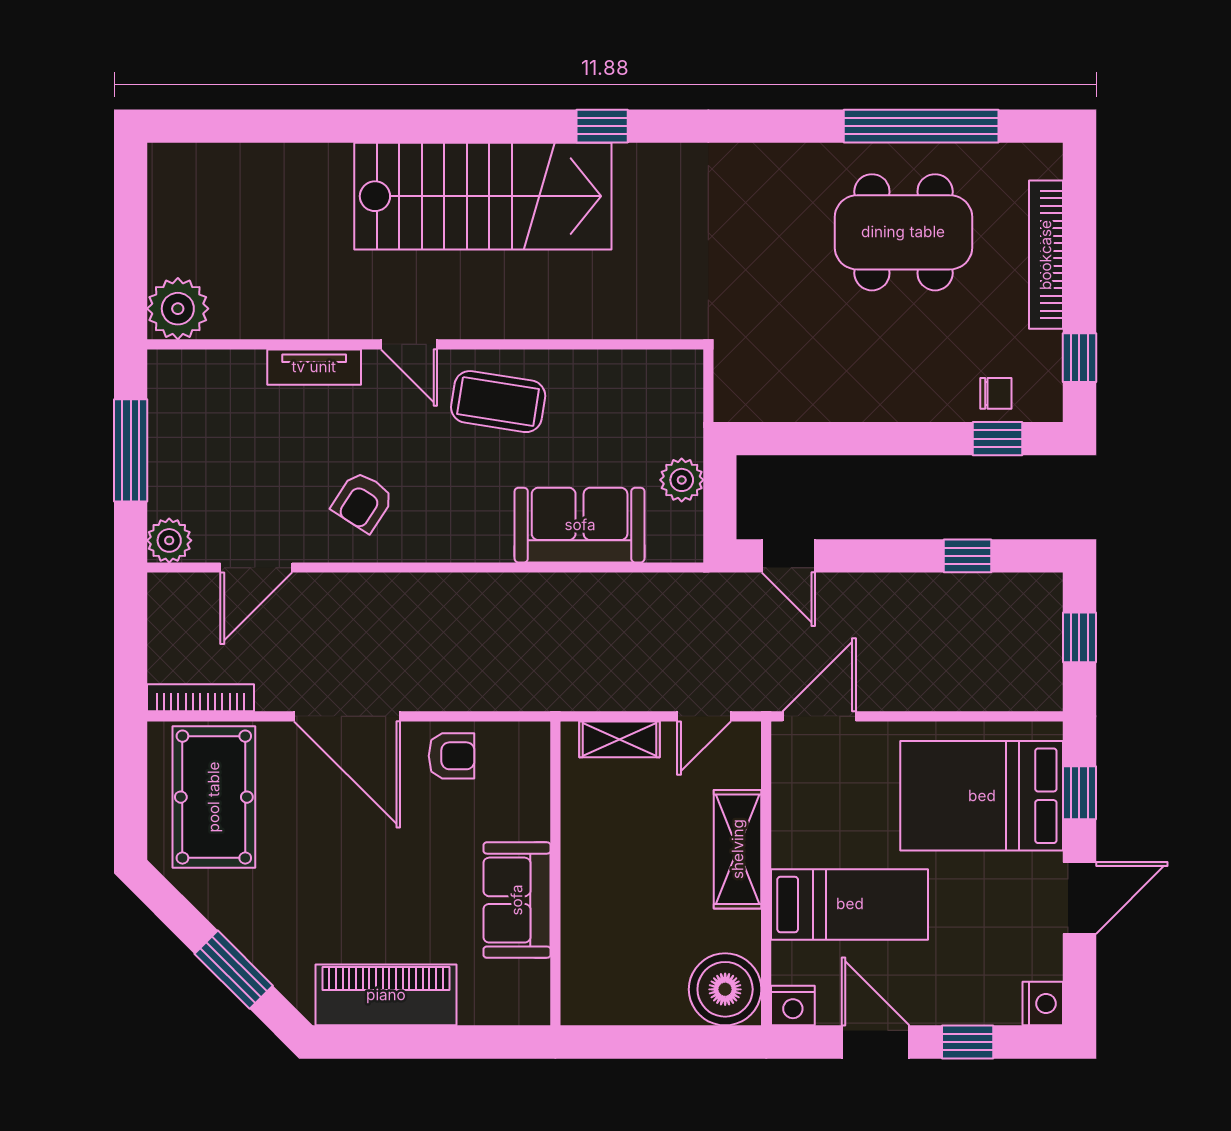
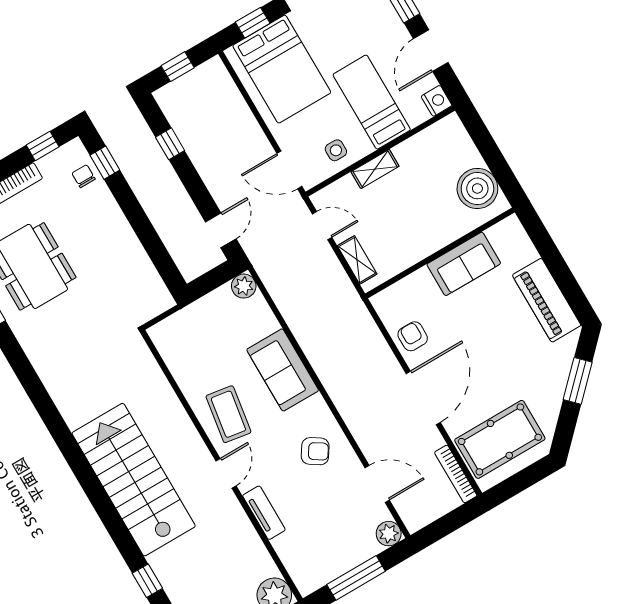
window: (602, 126) -> (147, 581), moved
plant: (682, 480) -> (244, 286), moved
sofa: (580, 525) -> (283, 370), moved
side table: (808, 806) -> (336, 150), added
shelving: (738, 849) -> (375, 169), width x0.67, depth x0.75
boiler: (725, 989) -> (477, 188), moved

